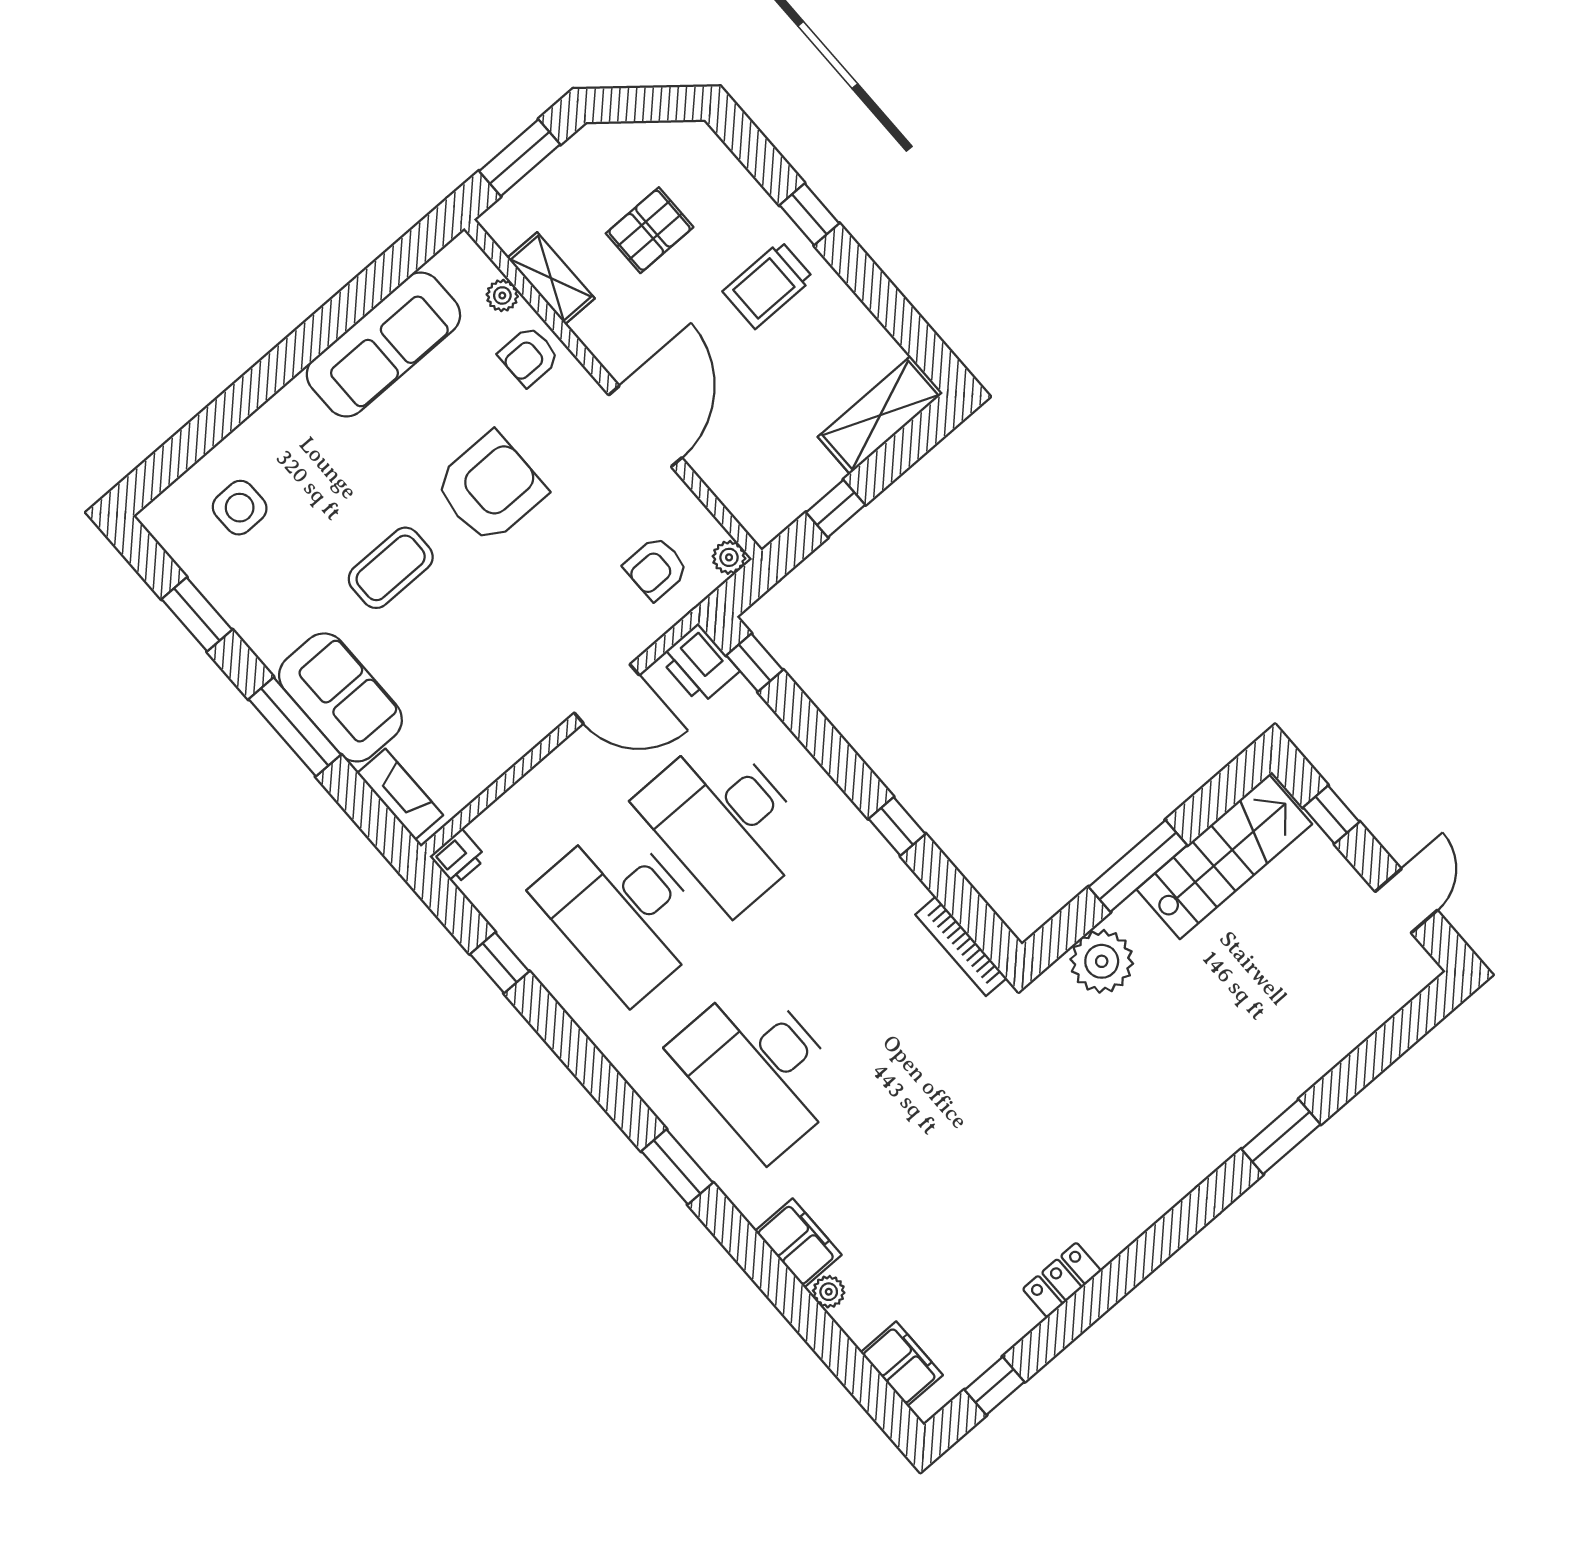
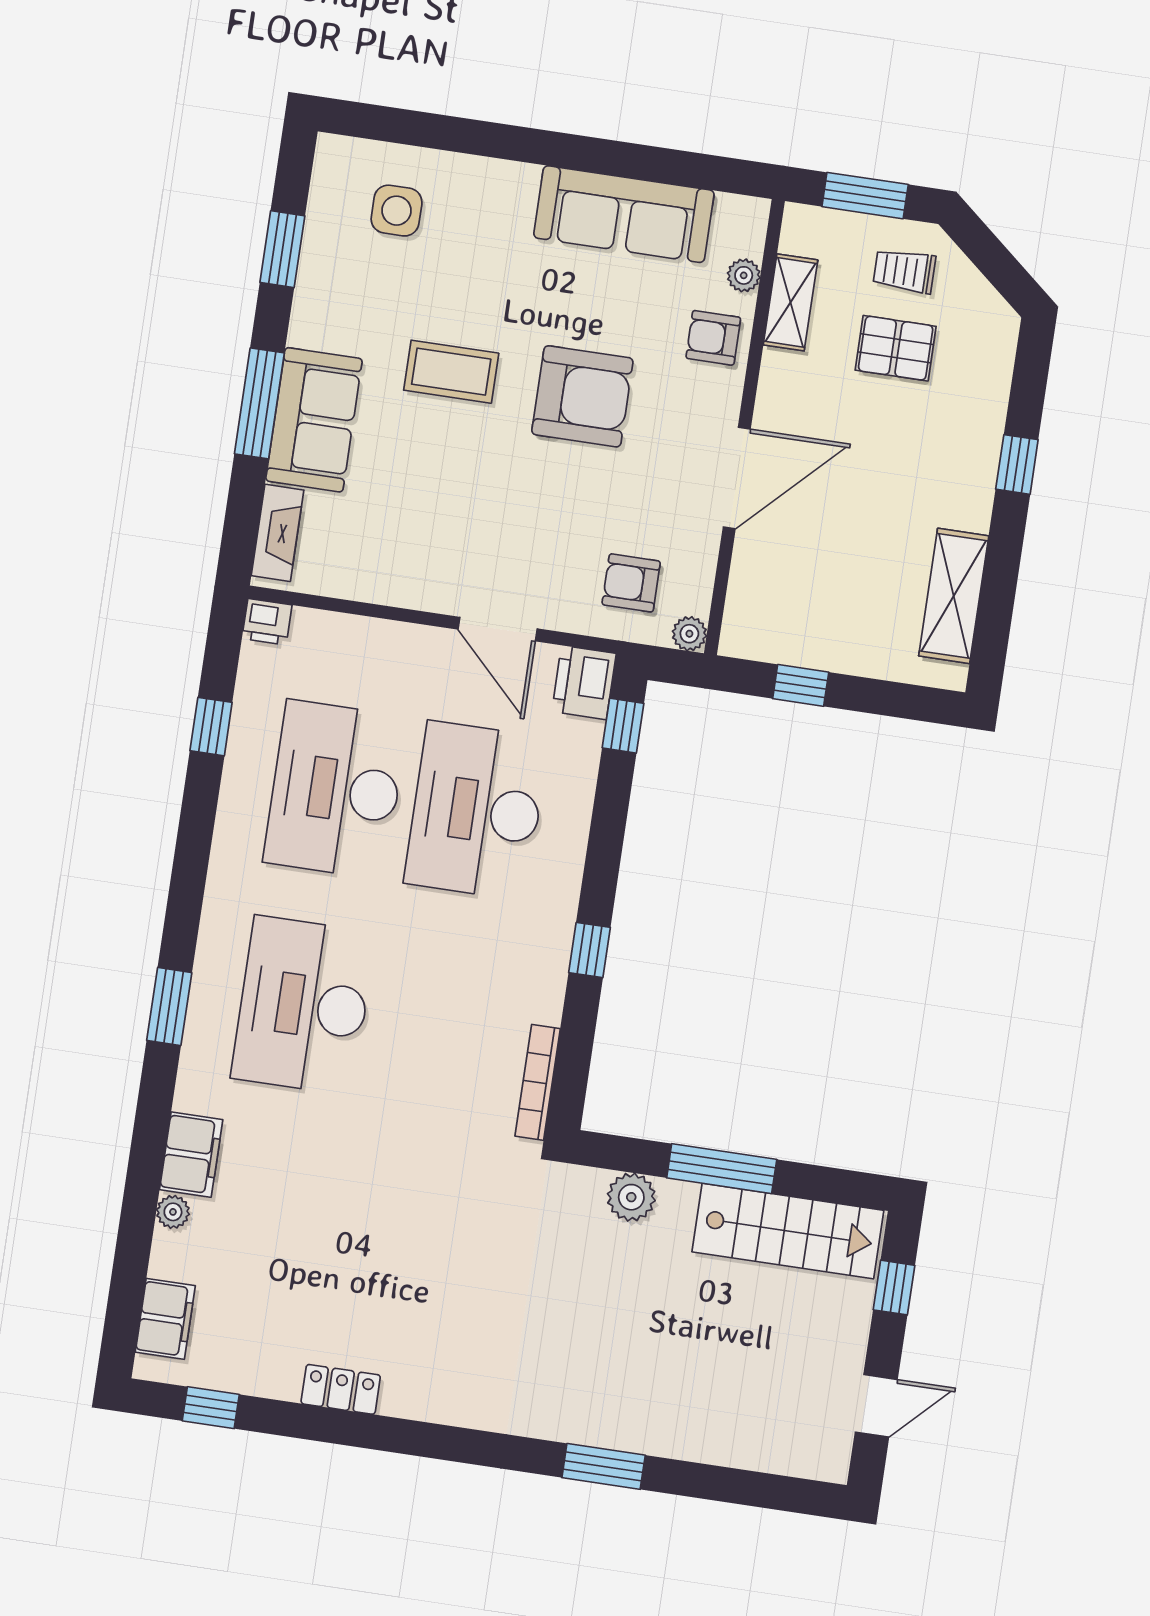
trolley: (768, 285) -> (904, 271), moved, width x0.73, depth x0.72
shelving: (880, 415) -> (954, 596), moved, turned 90
plant: (1102, 961) -> (631, 1197), width x0.73, depth x0.73

